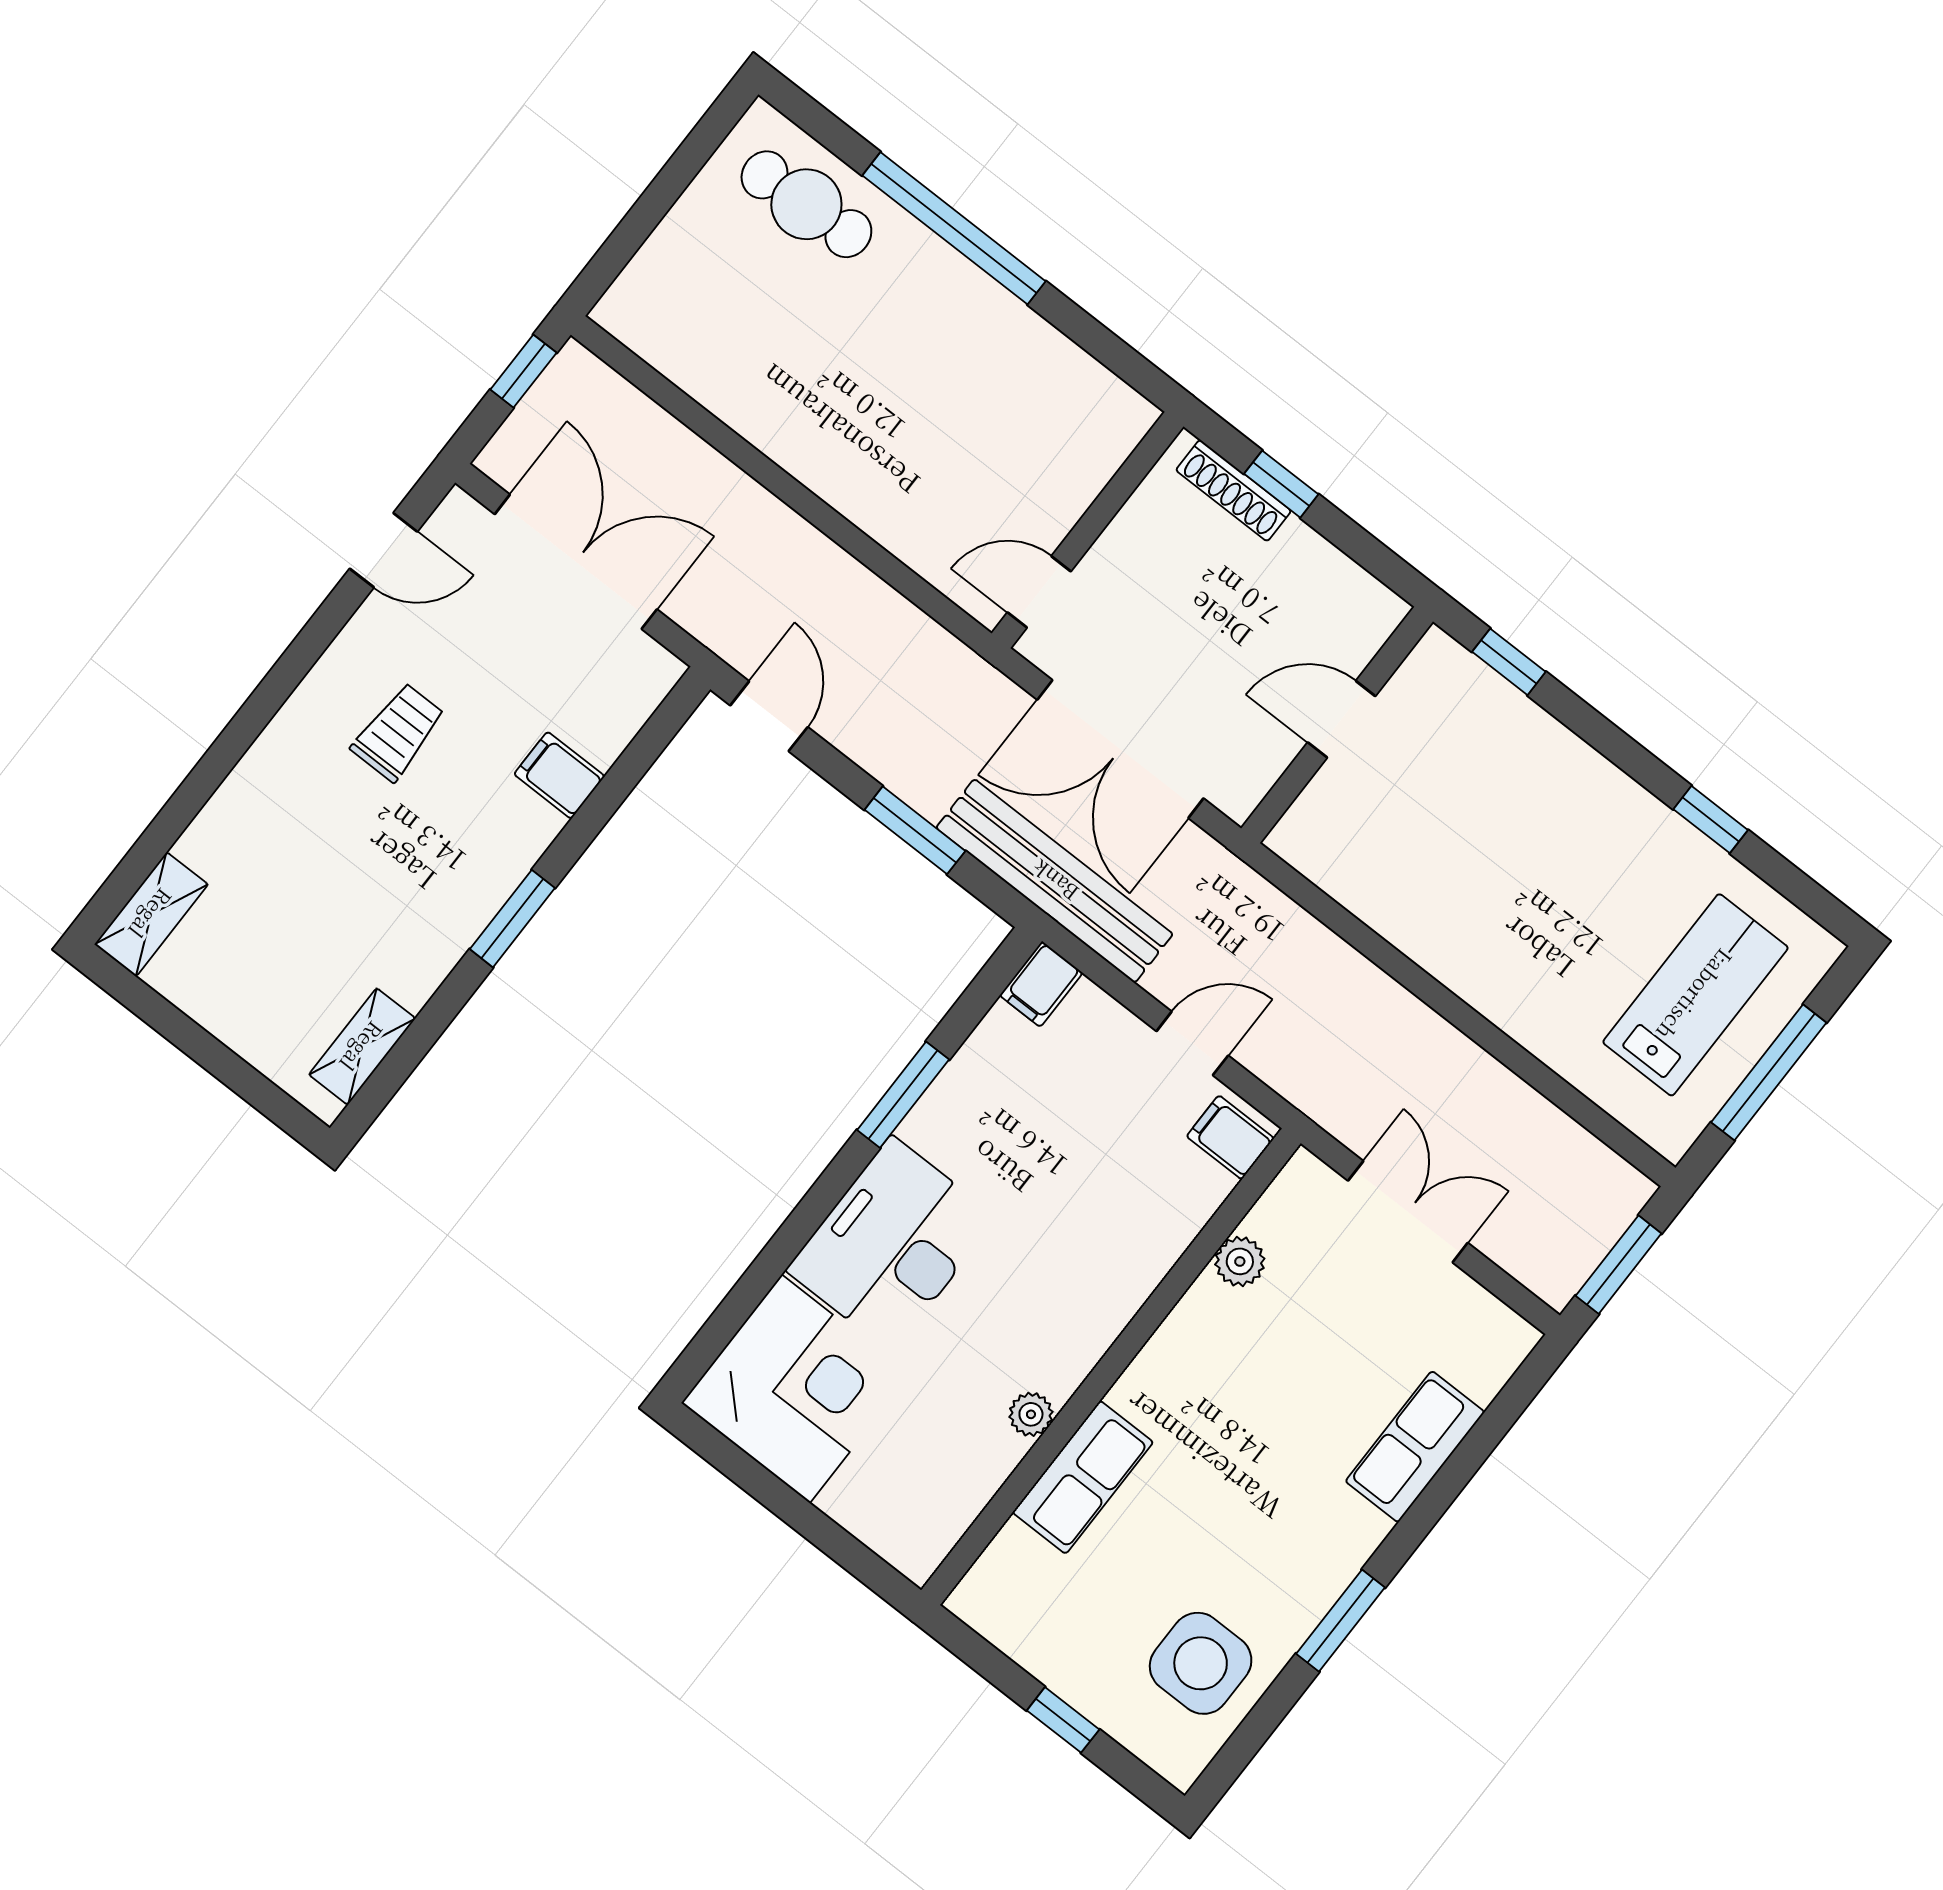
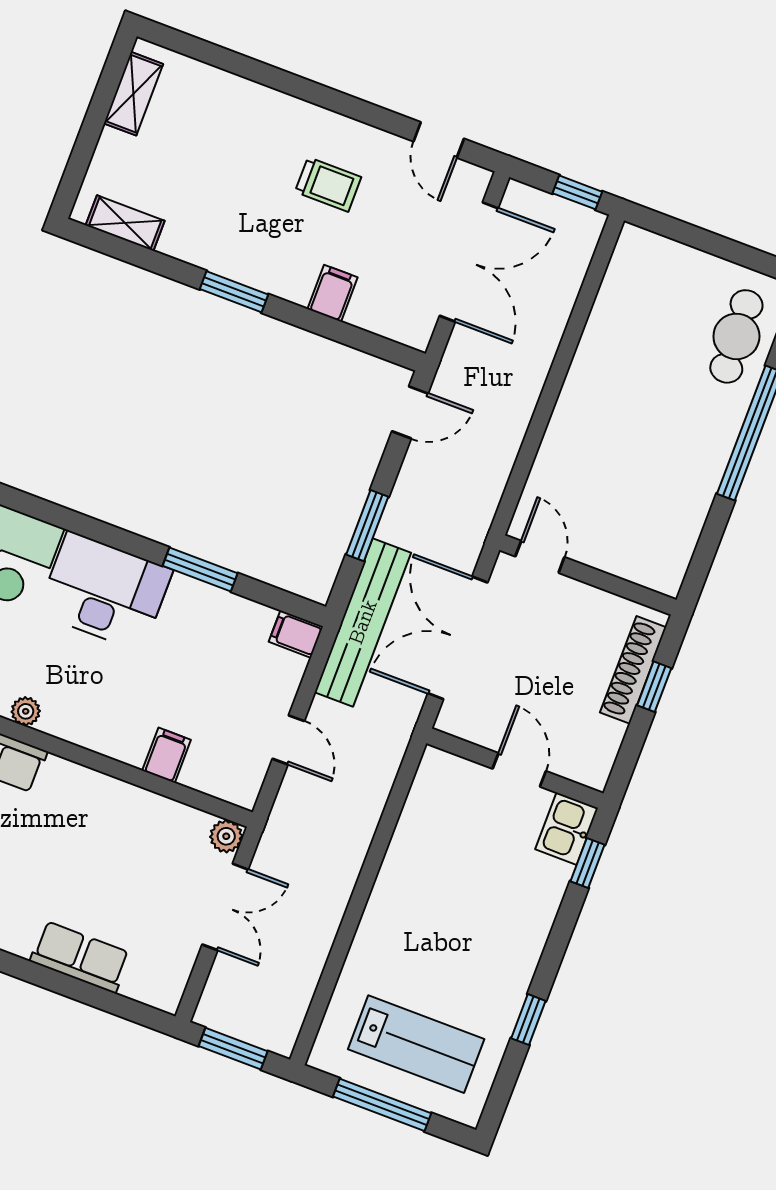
shoe rack: (1233, 491) -> (633, 670), width x1.36, depth x1.24
kitchen sink: (1449, 677) -> (567, 829), added
shelving: (151, 914) -> (134, 94), moved, turned 90
filing cabinet: (1230, 1137) -> (167, 755), moved
plant: (1240, 1261) -> (226, 836), moved

